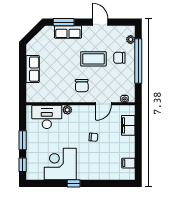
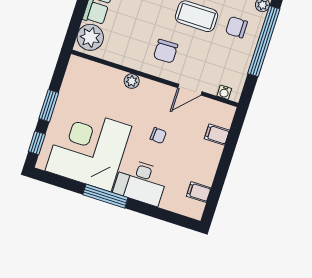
plant: (34, 92) -> (90, 37), added
desk: (47, 117) -> (141, 182), moved, turned 180
filing cabinet: (128, 125) -> (217, 135), width x0.50
corner desk: (60, 164) -> (88, 149), width x1.36, depth x1.36
window: (74, 183) -> (105, 196), width x2.17

